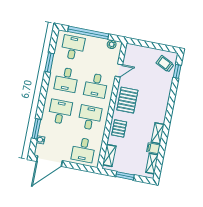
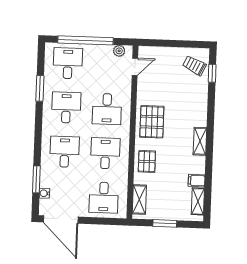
door: (119, 71) -> (135, 67), moved
desk: (66, 80) -> (66, 108), turned 180
shelving: (158, 133) -> (200, 141), moved
door: (49, 161) -> (61, 220), hinge flipped

